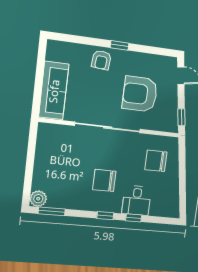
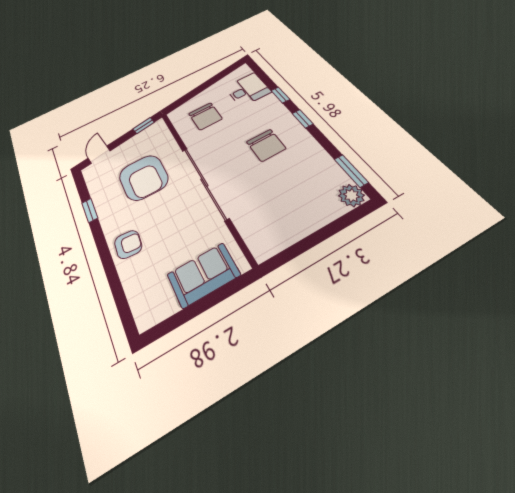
window: (120, 45) -> (90, 210), moved
sofa: (54, 91) -> (204, 275), width x0.73
desk: (137, 201) -> (248, 90), moved

